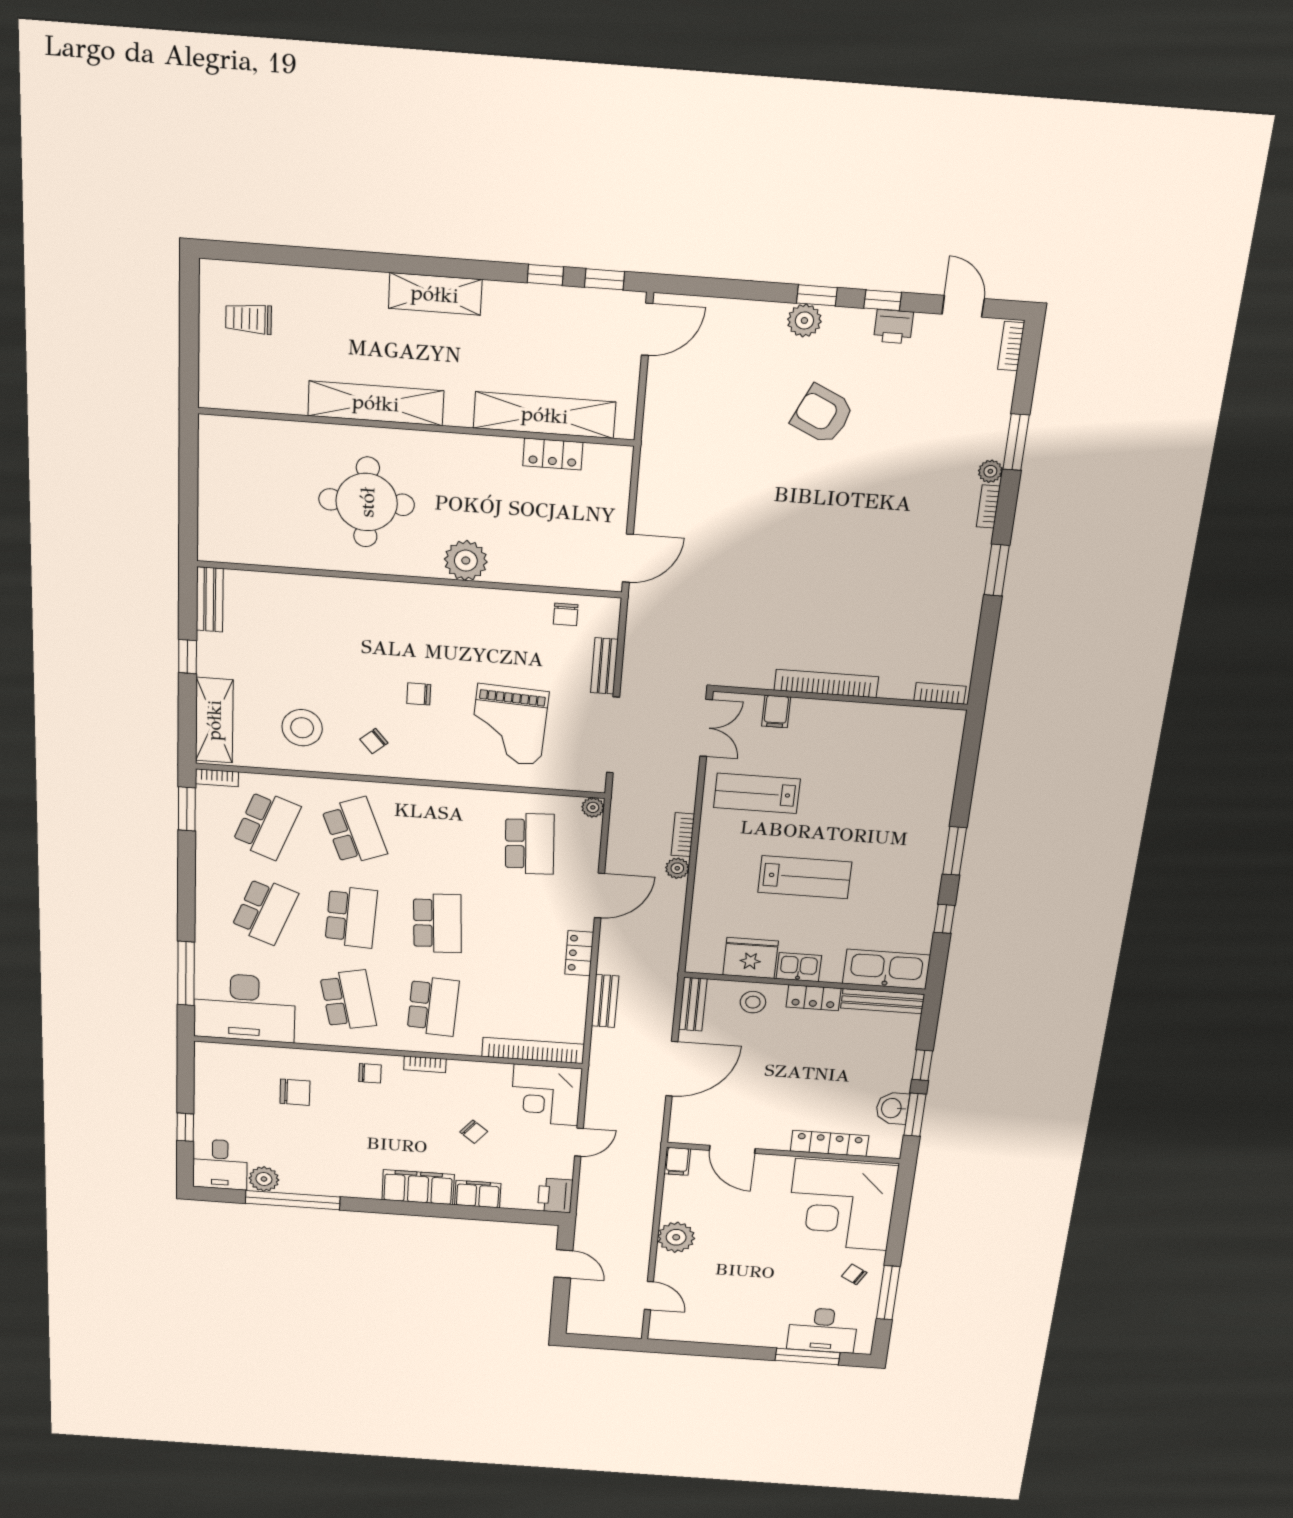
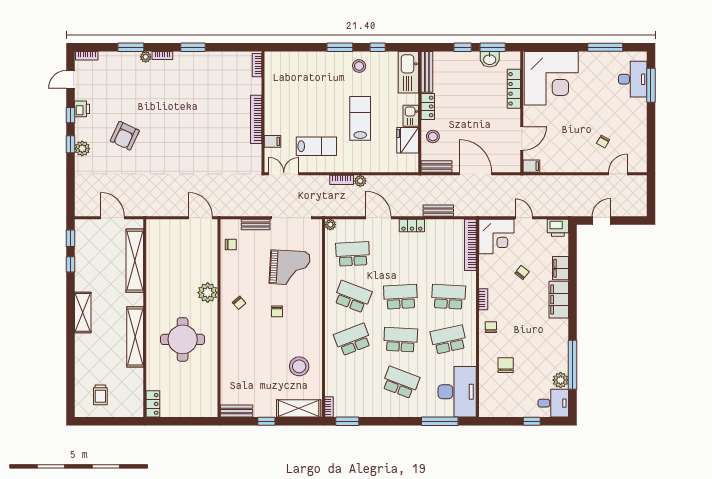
door: (647, 329) -> (113, 218), moved
locker: (553, 454) -> (153, 404), moved
chair: (374, 741) -> (239, 303), moved
lab bench: (757, 793) -> (316, 146), turned -90
school desk: (266, 825) -> (353, 297), moved
stool: (911, 883) -> (359, 66), added
plant: (676, 1237) -> (579, 163), removed
chair: (854, 1274) -> (603, 142), moved

